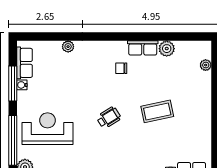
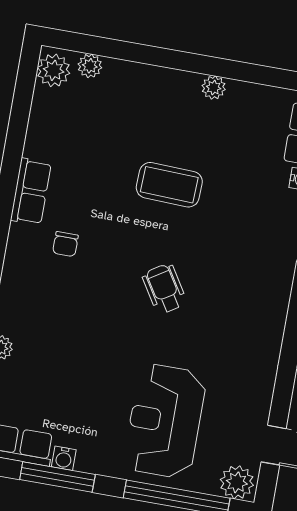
plant: (167, 49) -> (54, 70), moved
coffee table: (157, 111) -> (169, 185), turned -76
plant: (206, 124) -> (214, 88), added

